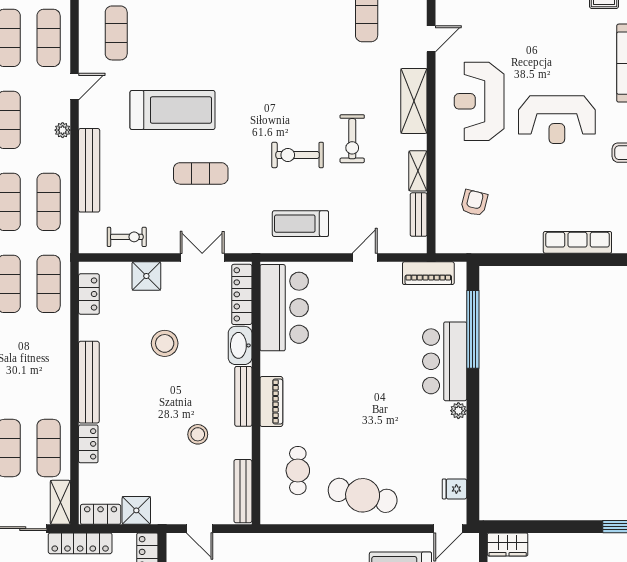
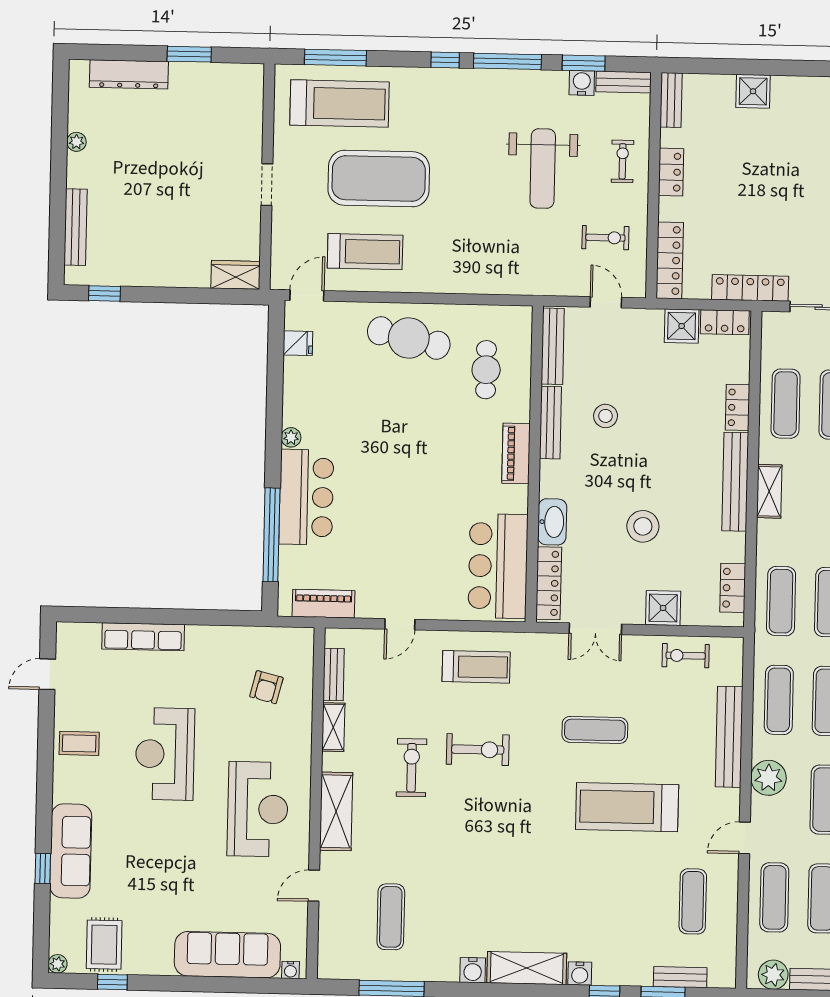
reception desk: (557, 120) -> (165, 754), moved, turned -90
plant: (63, 130) -> (768, 778), width x1.87, depth x1.87
bench: (243, 396) -> (550, 423), moved
shelving: (60, 502) -> (769, 491), moved

